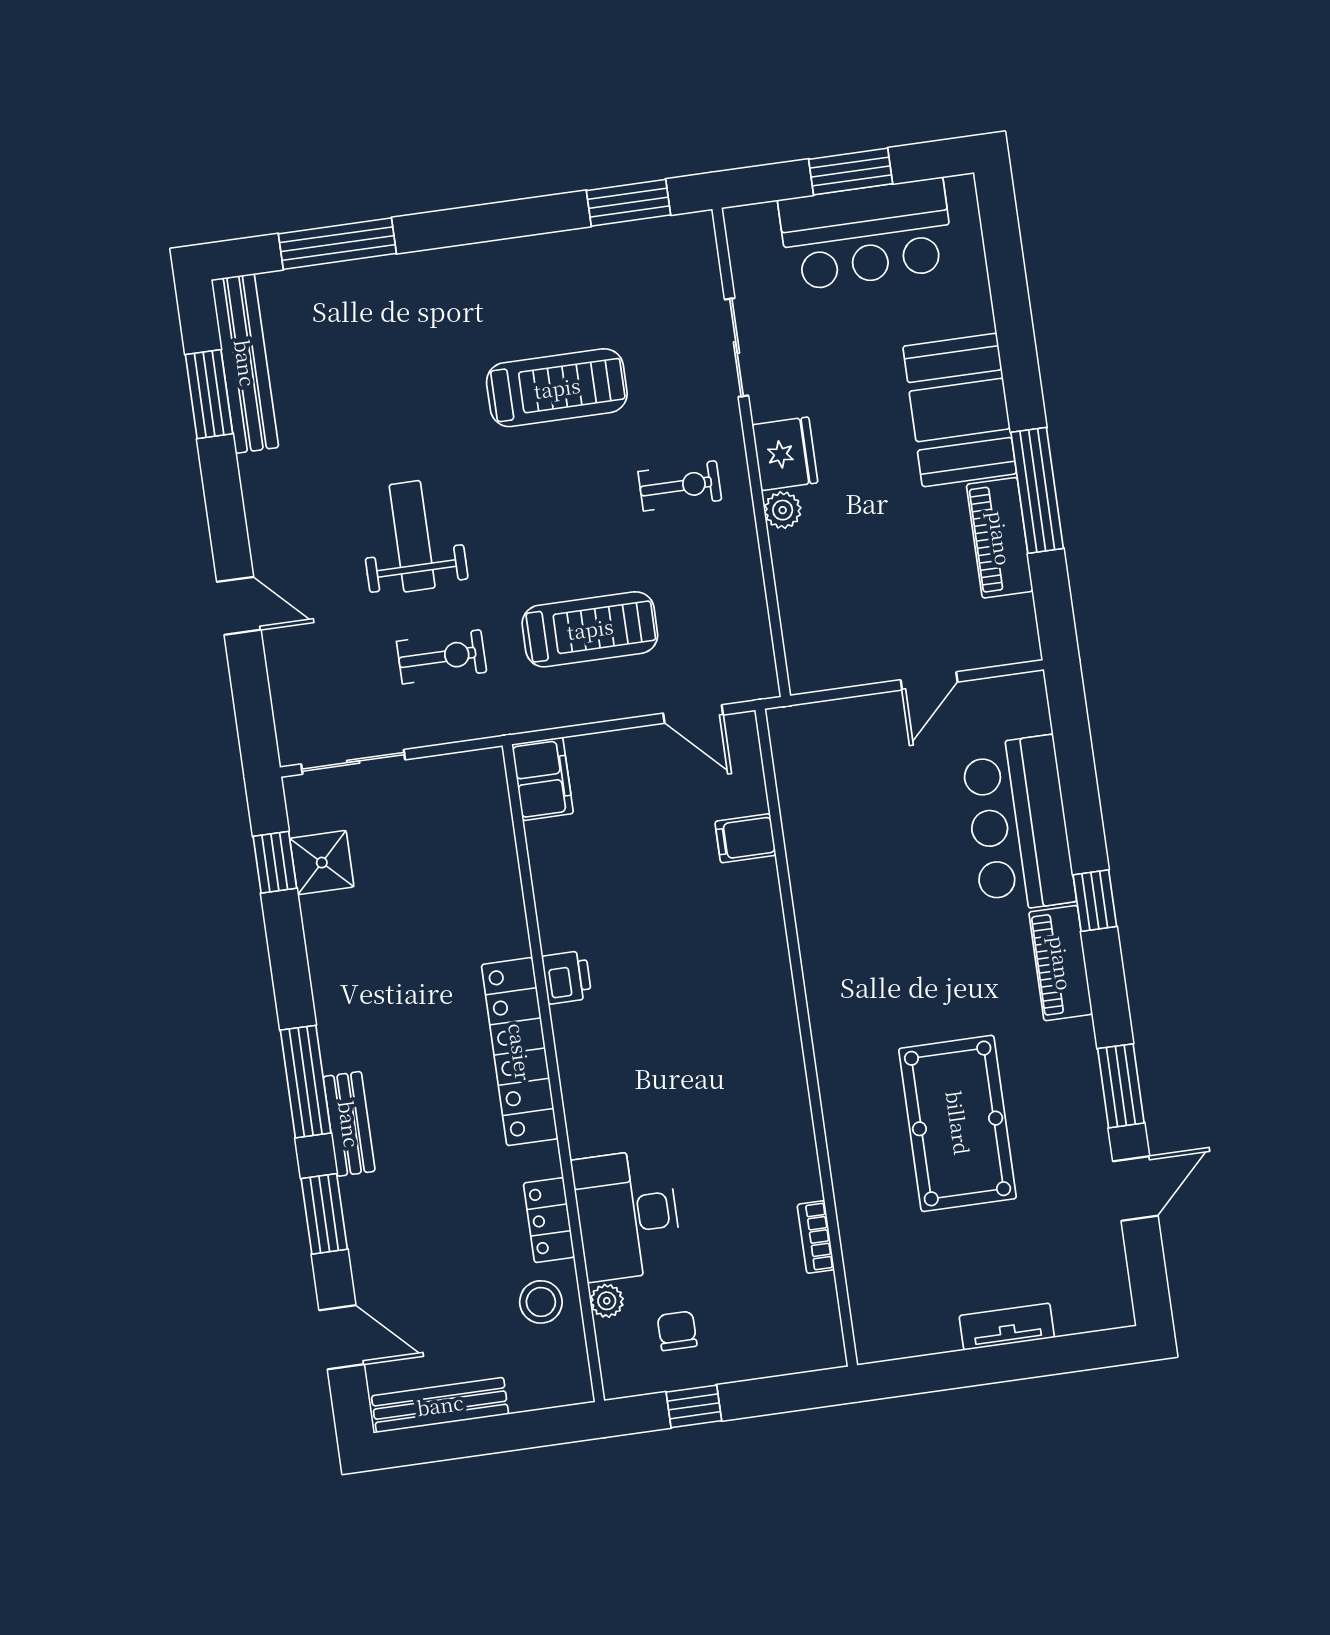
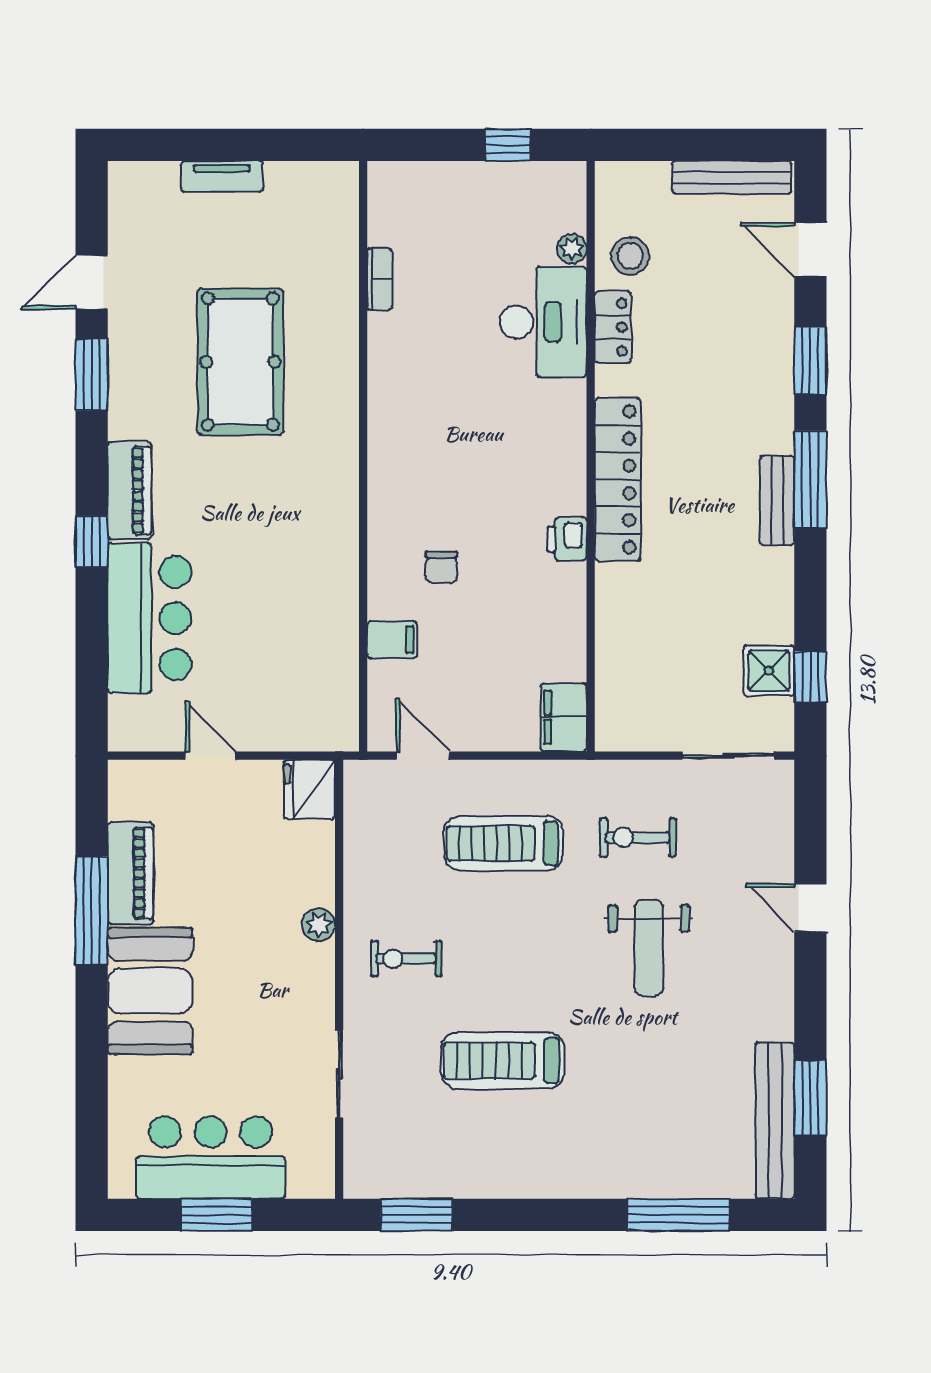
fridge: (785, 454) -> (310, 789), moved
door: (929, 681) -> (211, 756), hinge flipped
bench: (349, 1124) -> (777, 500), moved
chair: (677, 1331) -> (441, 567), moved

